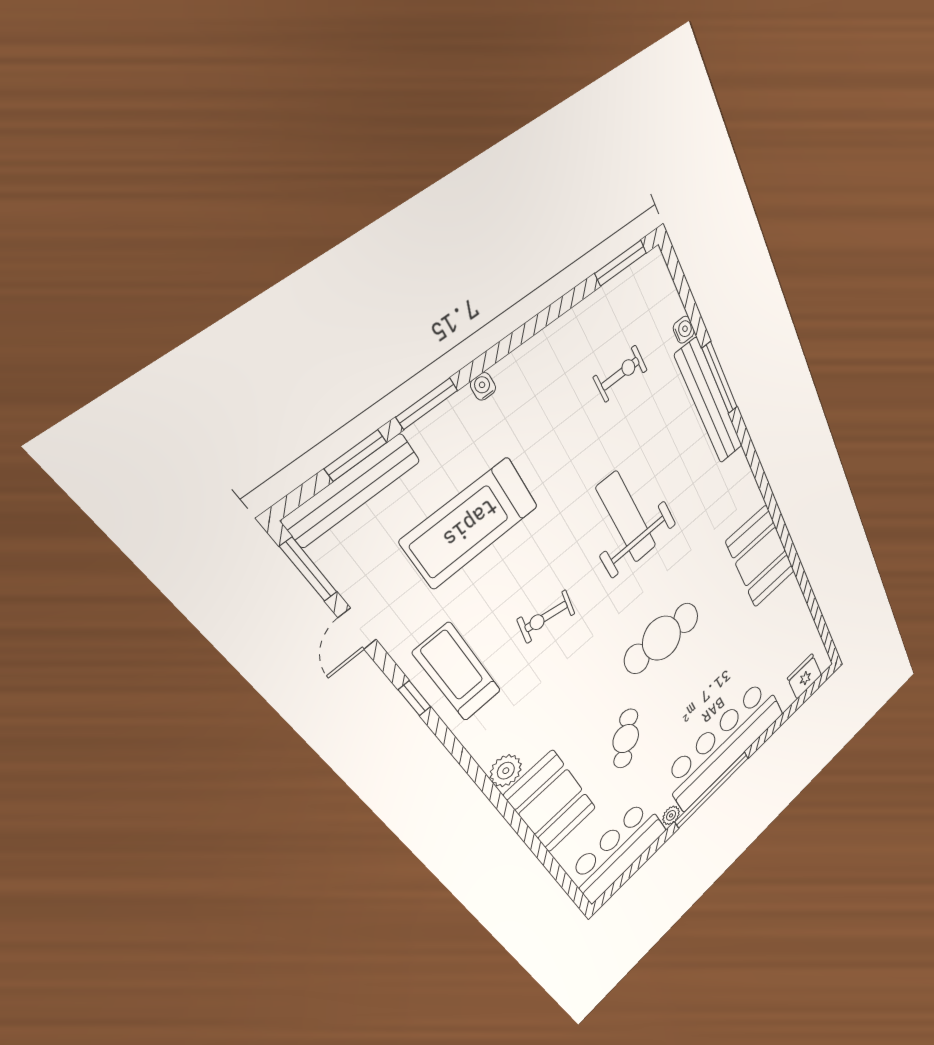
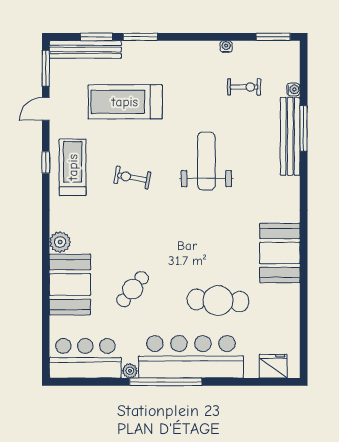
water cooler: (483, 386) -> (226, 47), moved
cafe table: (662, 638) -> (218, 300), moved

